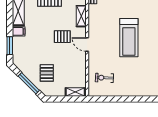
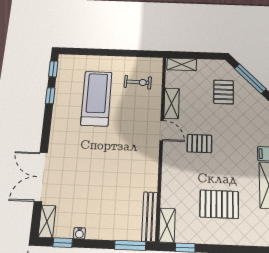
shelving: (81, 16) -> (172, 103), moved
treadmill: (129, 38) -> (96, 98), moved

